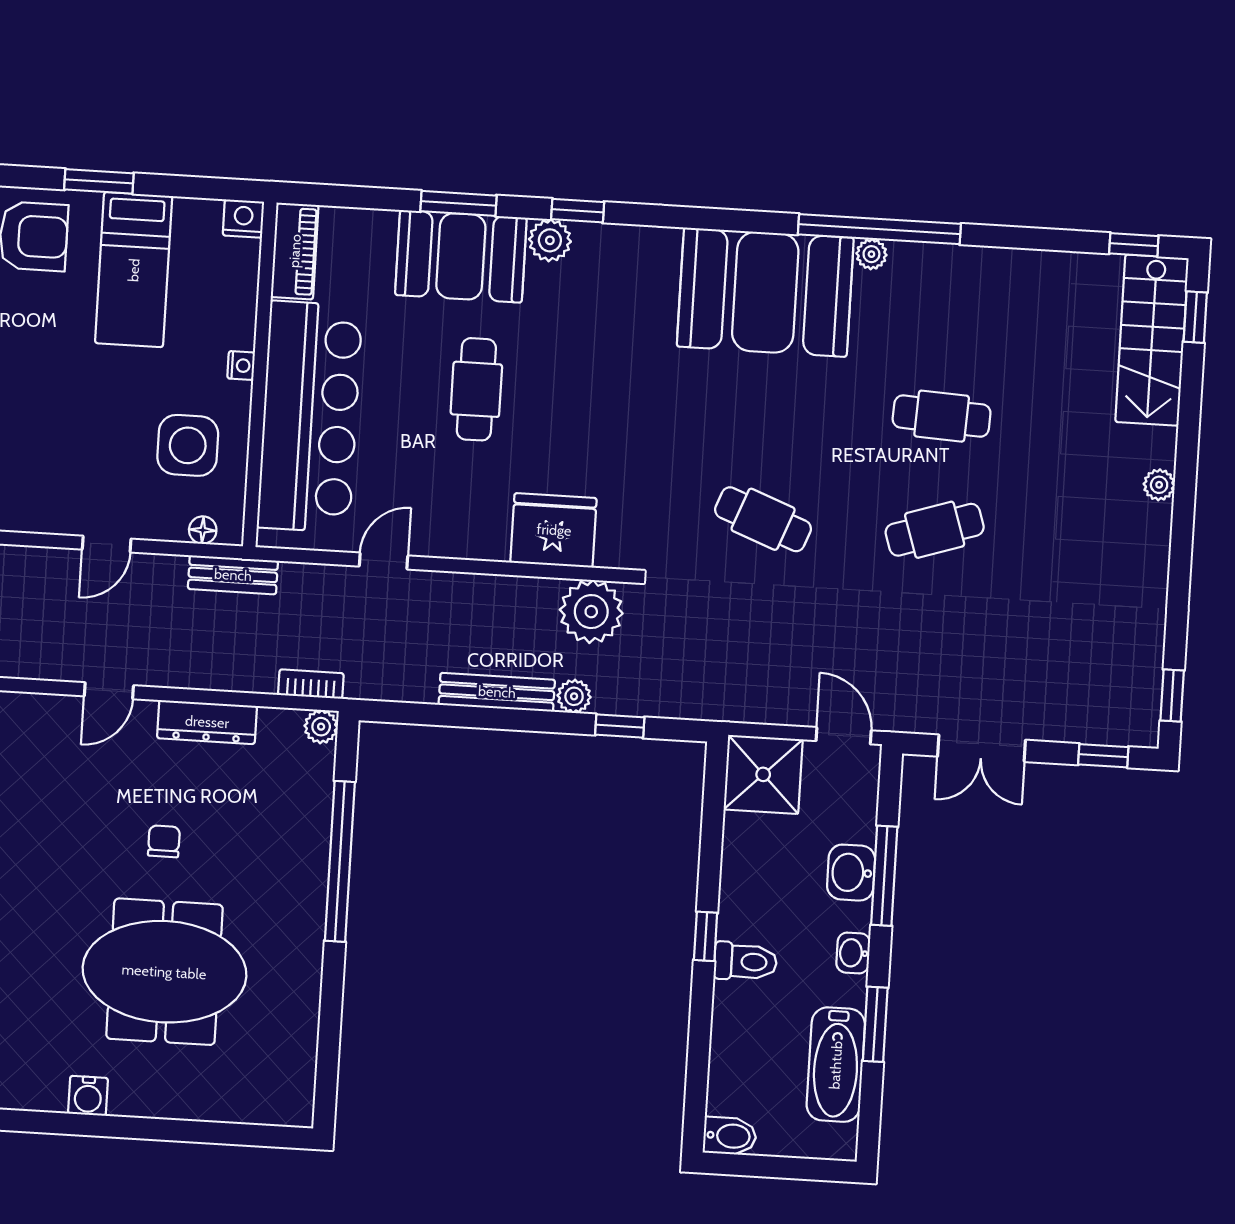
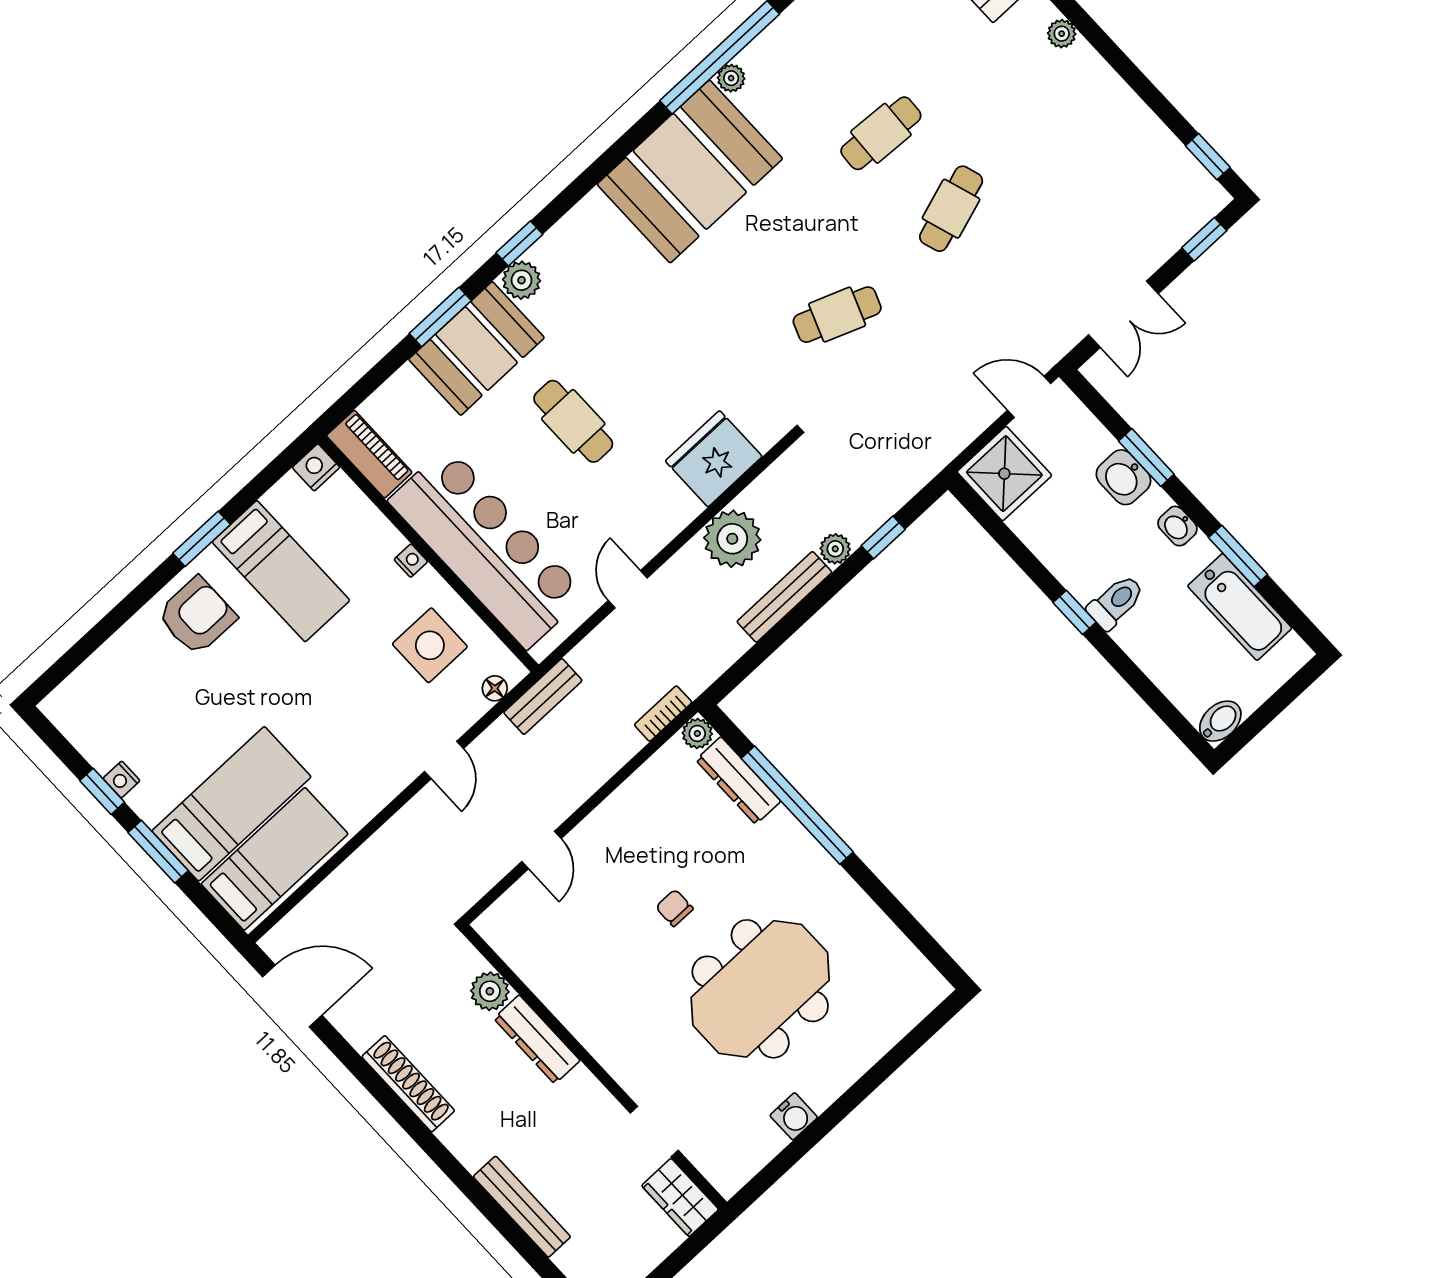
plant: (591, 612) -> (732, 539), moved
dresser: (207, 722) -> (738, 781), moved, turned 90
window: (884, 876) -> (1146, 458), width x0.69

